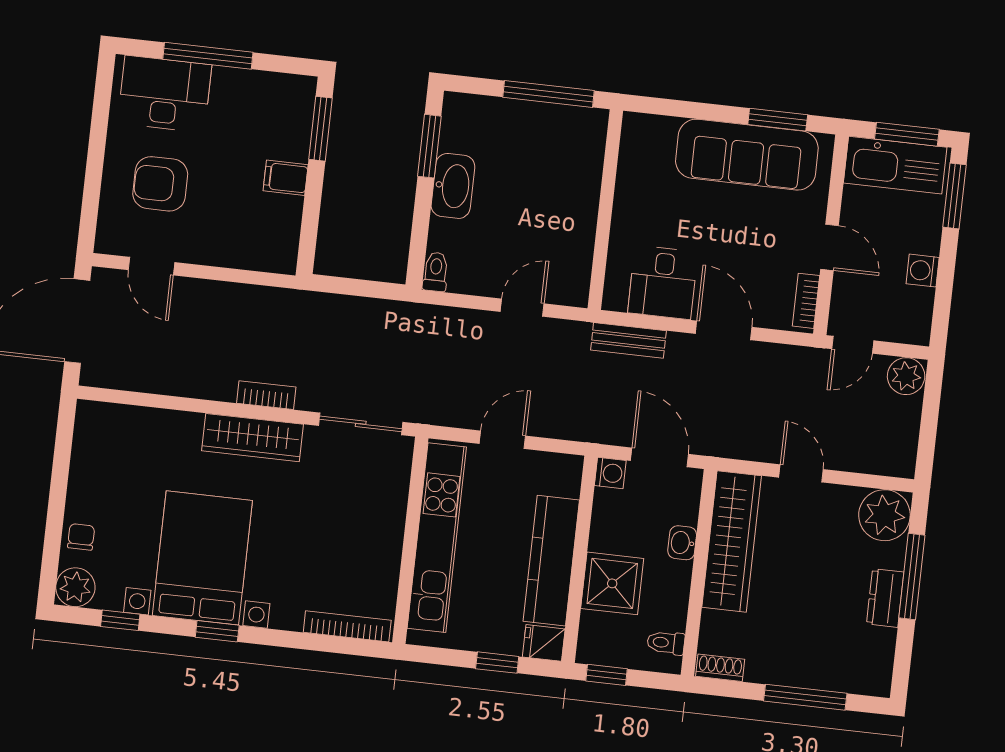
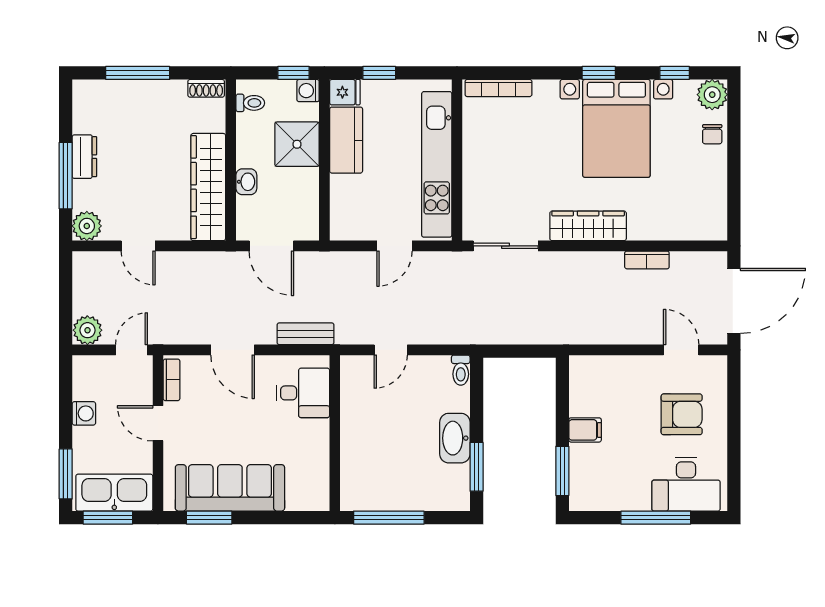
desk: (663, 282) -> (303, 393), moved, turned 90
bookcase: (266, 395) -> (647, 260), moved
washing machine: (610, 473) -> (308, 91), moved
door: (801, 473) -> (138, 246), moved
plant: (884, 515) -> (87, 226), width x0.73, depth x0.73
kitchen counter: (551, 561) -> (346, 140), width x0.67

